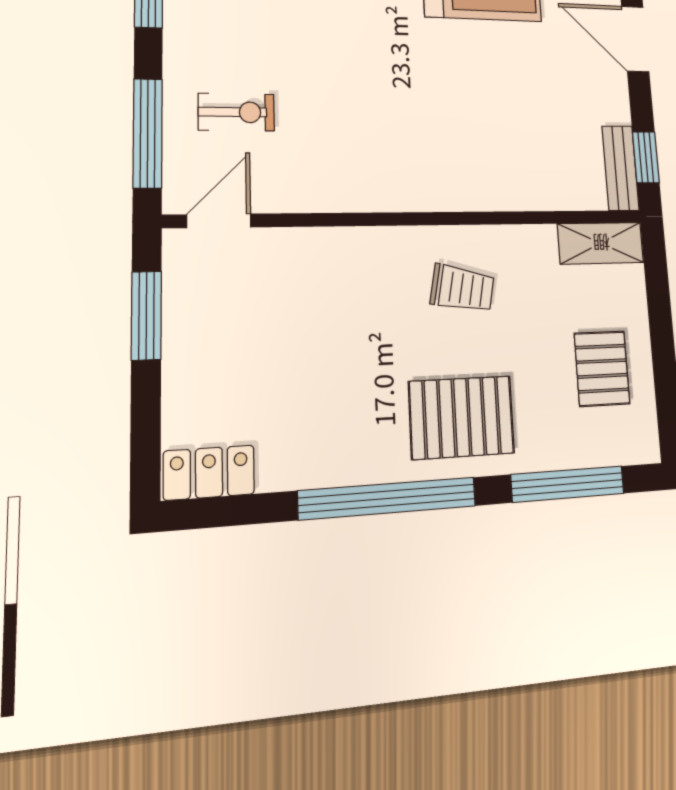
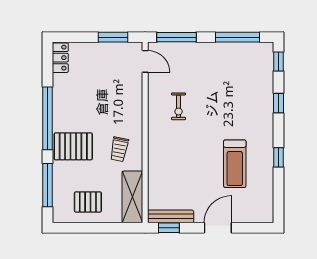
exercise bike: (236, 112) -> (179, 106), moved
bench: (620, 168) -> (171, 216), width x1.36
shelving: (601, 243) -> (132, 197), width x1.50, depth x1.33
pallet: (462, 417) -> (73, 146), turned 90

